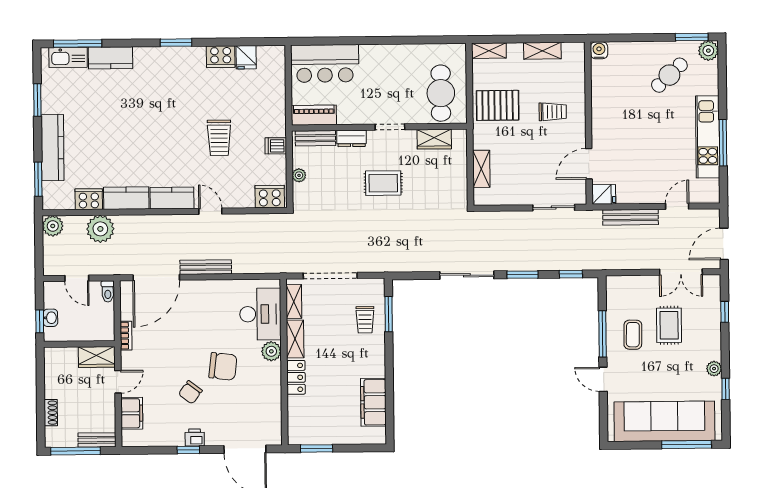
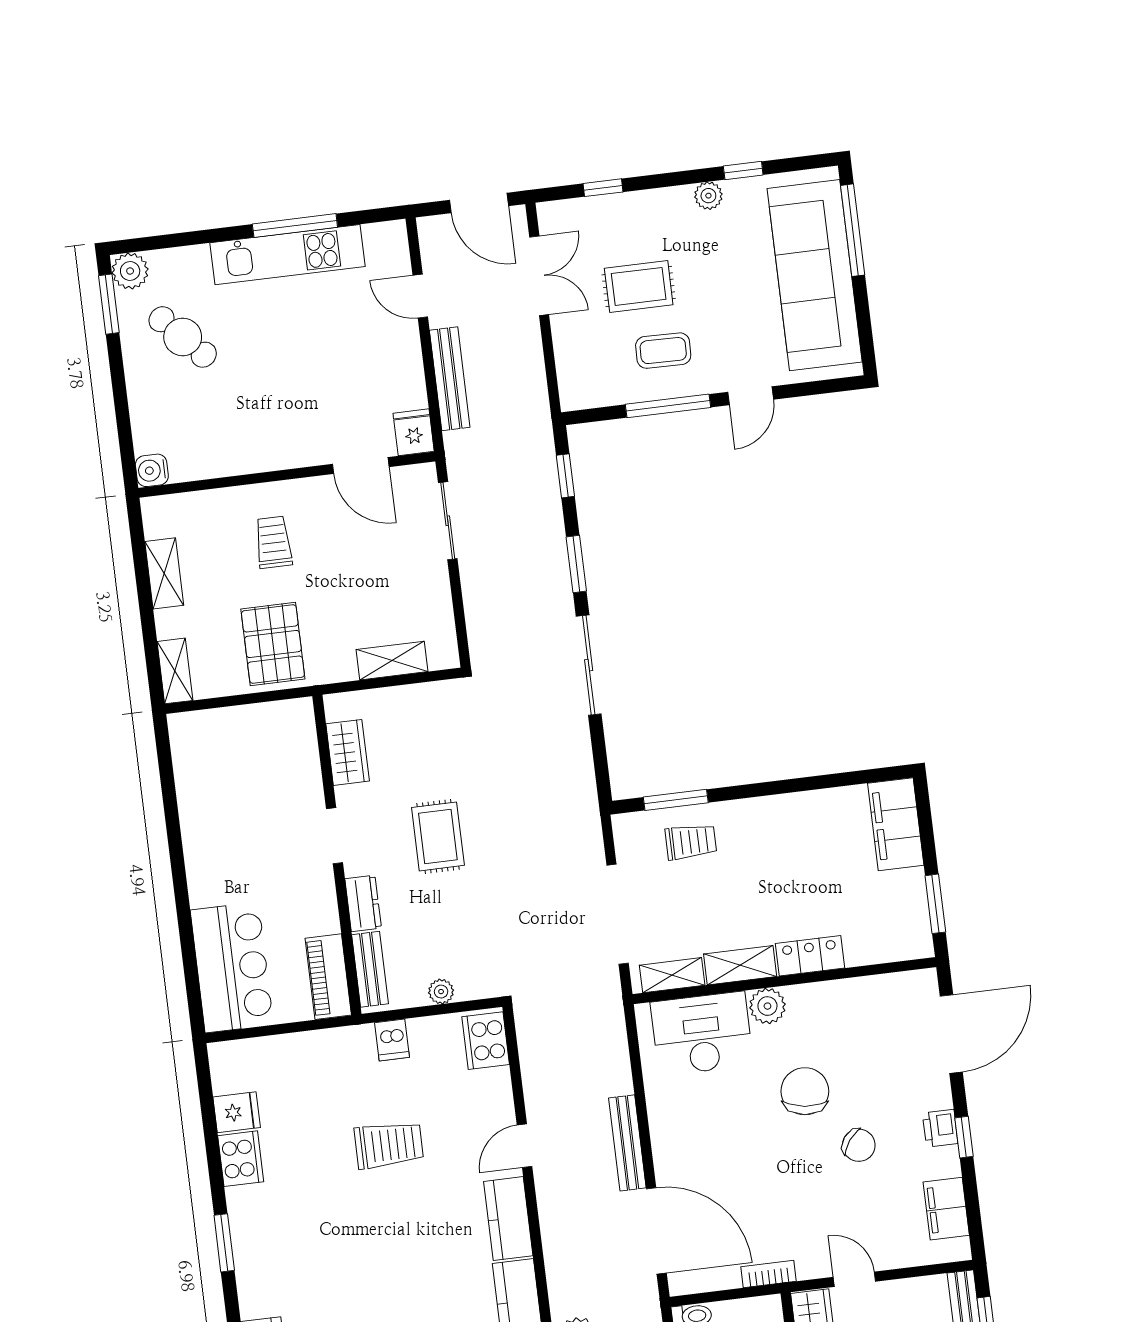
cafe table: (441, 93) -> (262, 750), removed
filing cabinet: (373, 402) -> (896, 824), moved, turned 90
filing cabinet: (132, 413) -> (946, 1209), moved, turned -90

